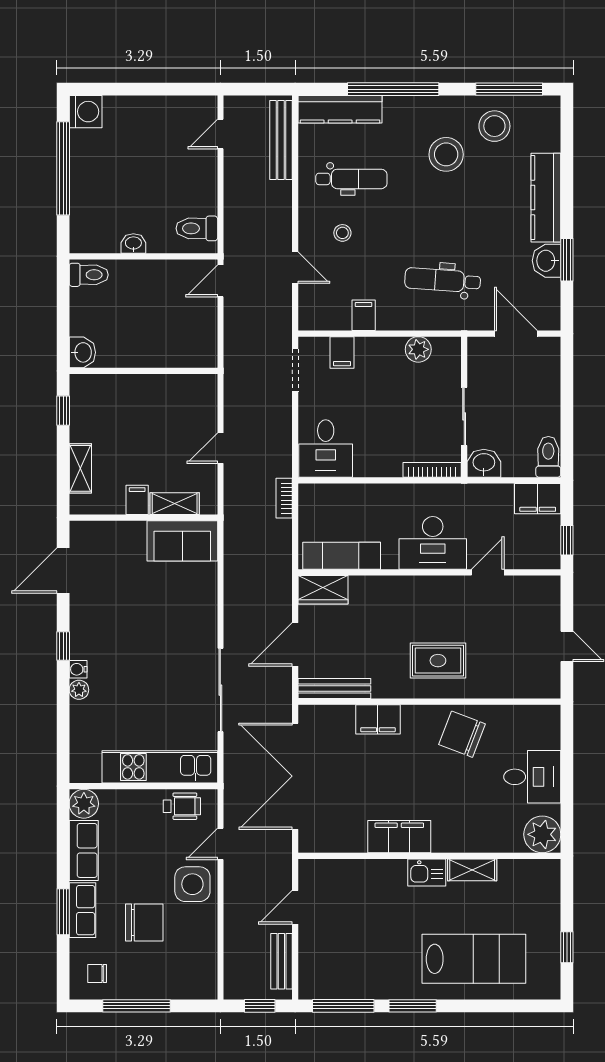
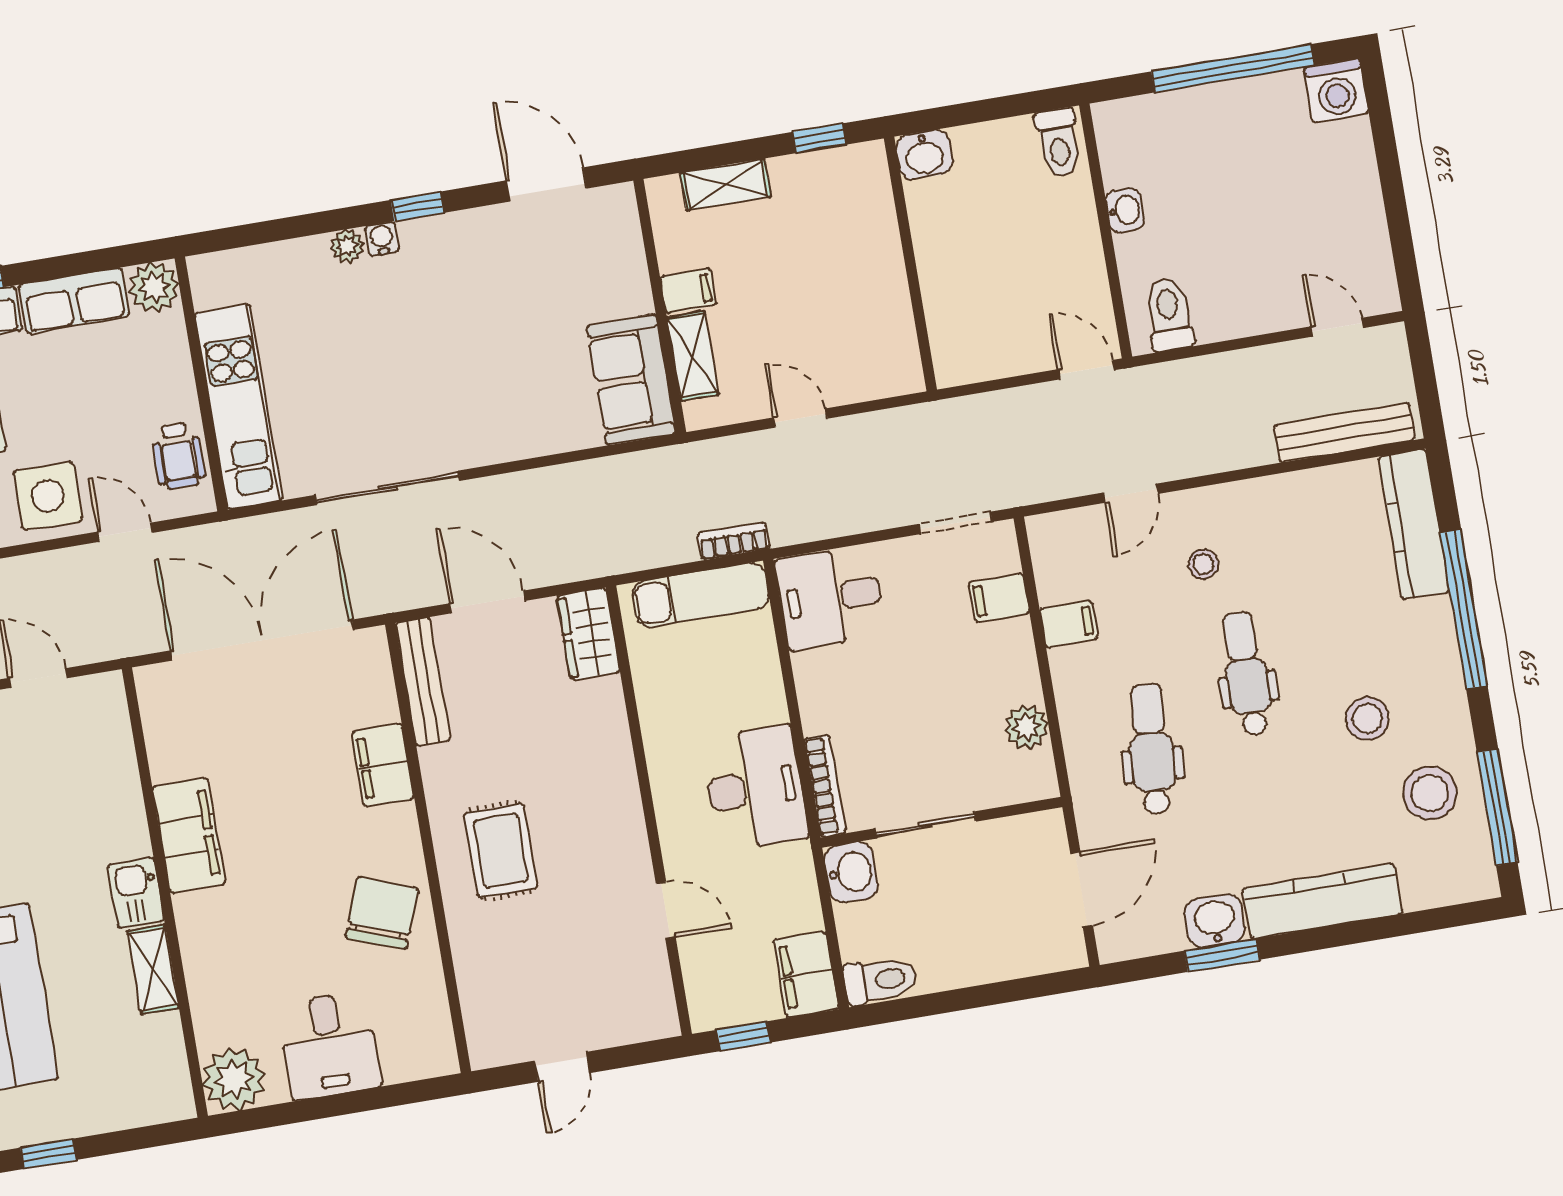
stool: (446, 154) -> (1367, 718), width x0.73, depth x0.73
dental chair: (351, 179) -> (1246, 674), moved, turned 180
desk: (433, 543) -> (755, 788), moved, turned 180
exam couch: (342, 556) -> (701, 595), moved, turned 90

